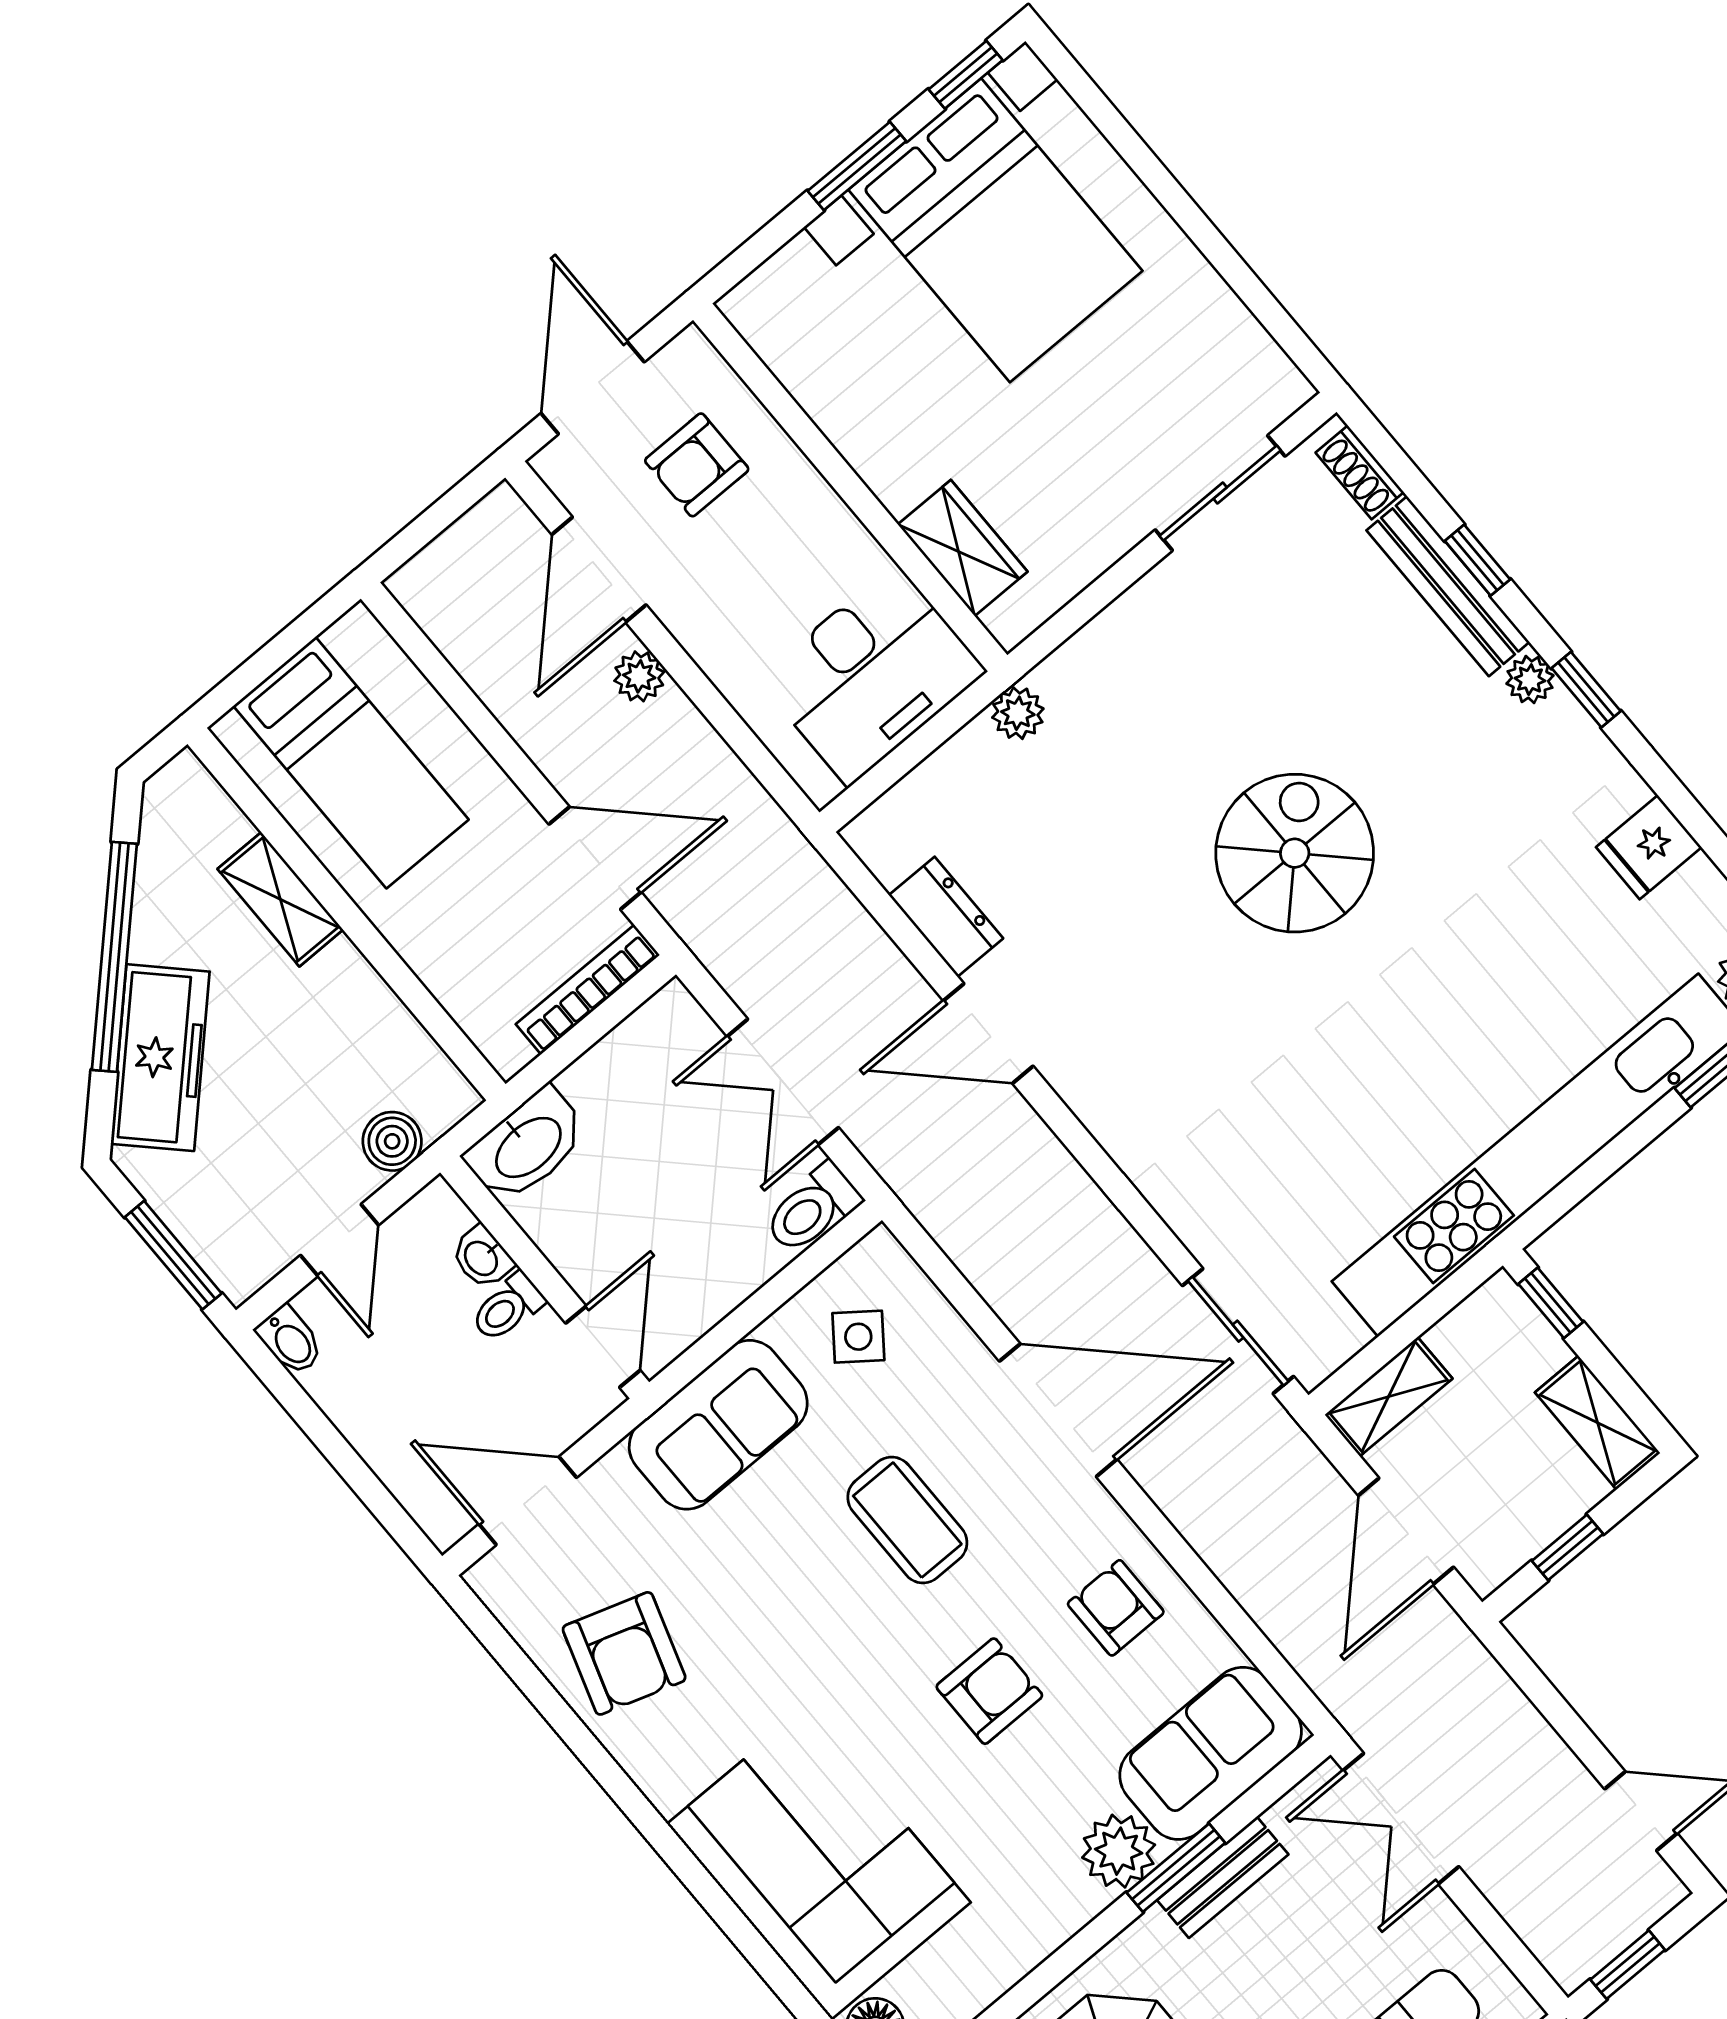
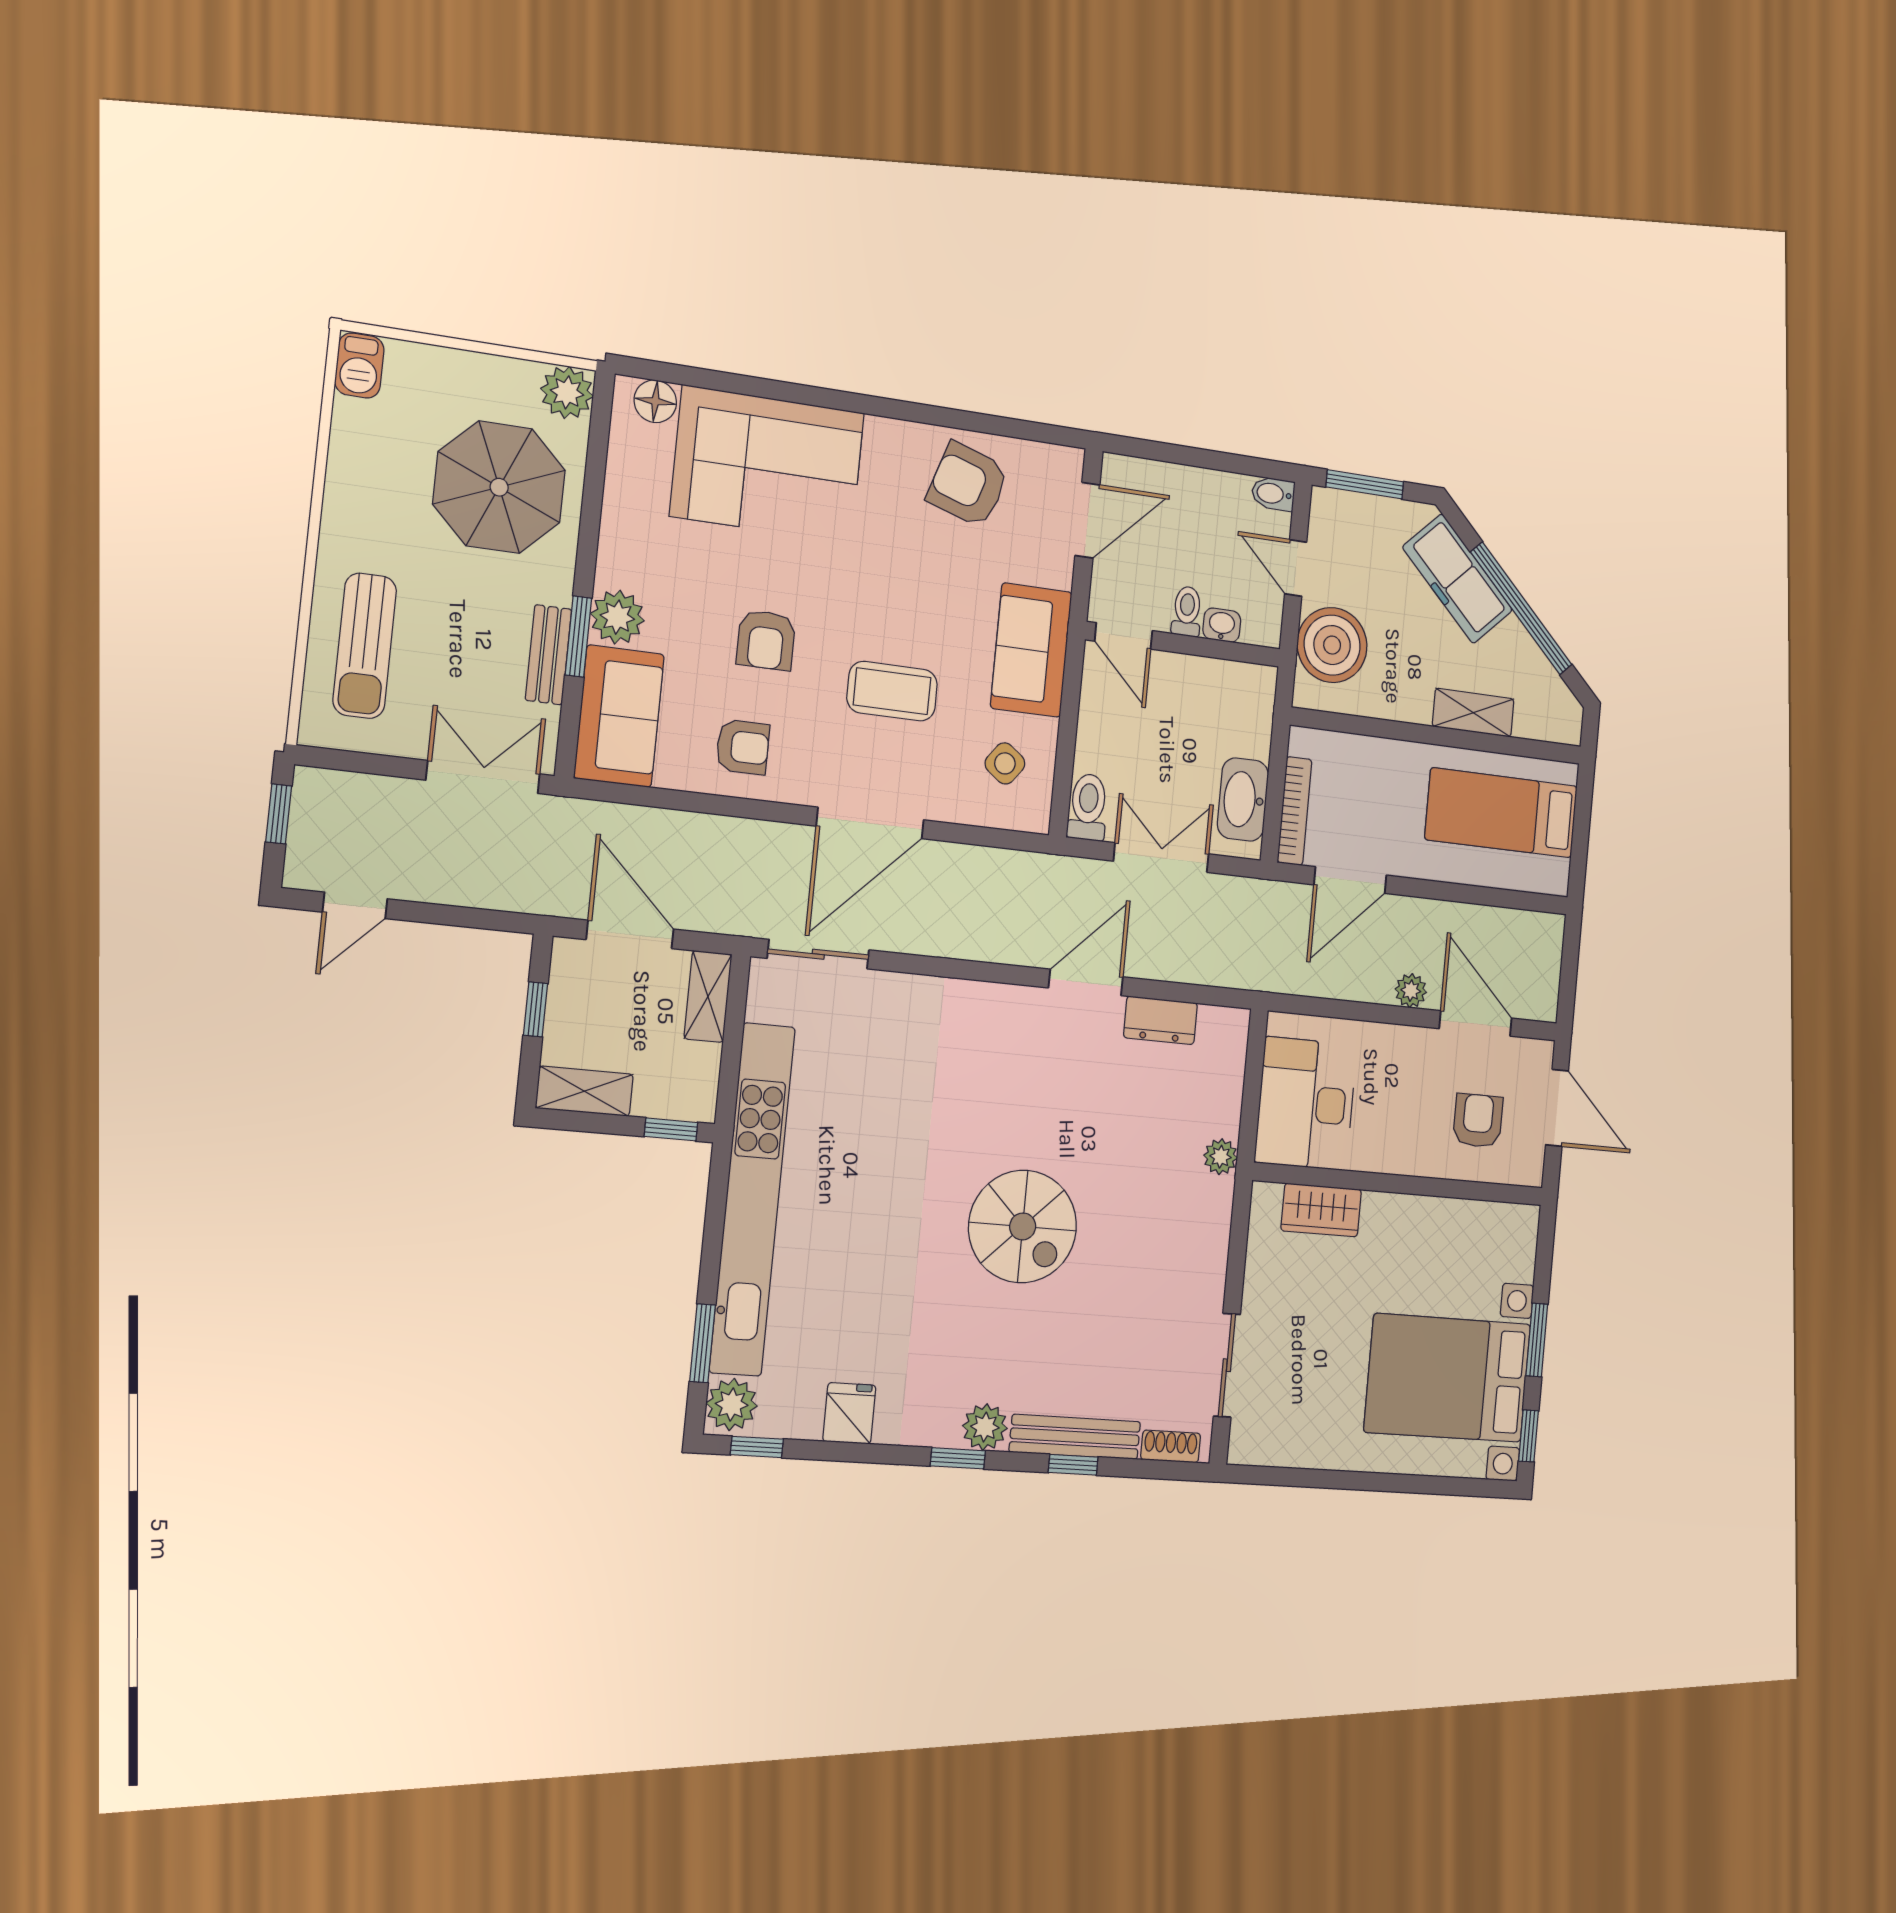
plant: (1530, 680) -> (985, 1427), width x1.38, depth x1.38
boiler: (392, 1141) -> (1332, 645), width x1.86, depth x1.86
washbasin: (527, 1146) -> (1243, 800), moved

